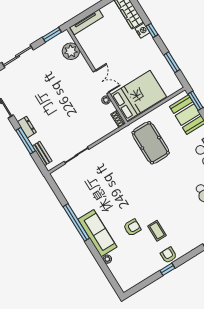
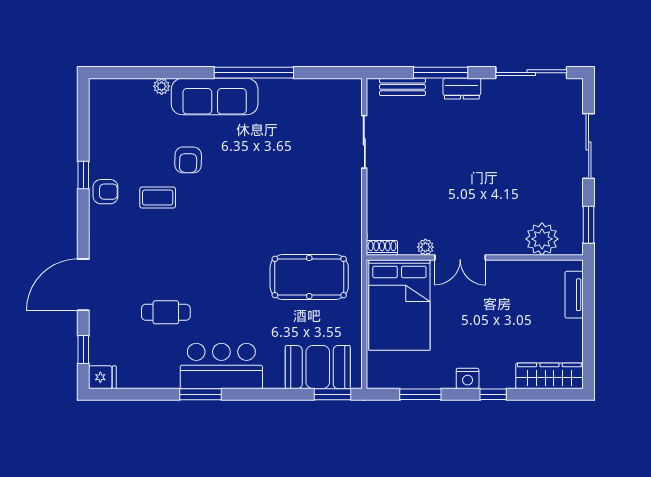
tv unit: (87, 22) -> (574, 295), width x0.71
nightstand: (142, 31) -> (468, 378), moved

